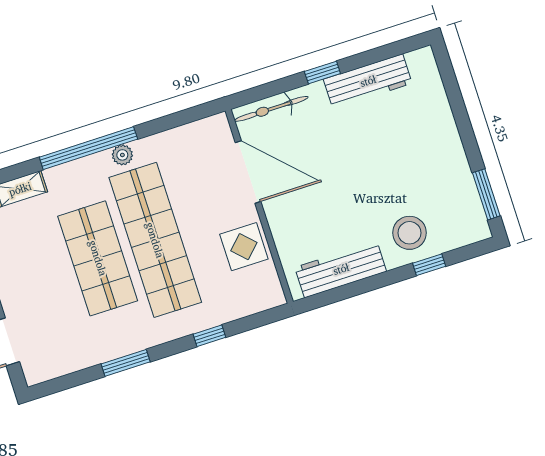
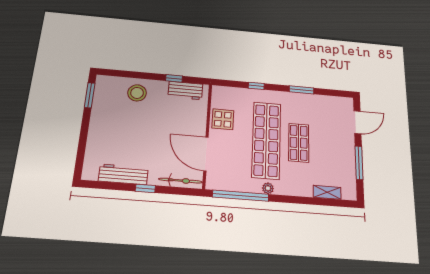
window: (88, 148) -> (241, 196), moved
shop shelf: (98, 258) -> (299, 143), width x0.70, depth x0.74
window: (429, 265) -> (174, 78), moved
workbench: (341, 269) -> (185, 90), width x0.73

